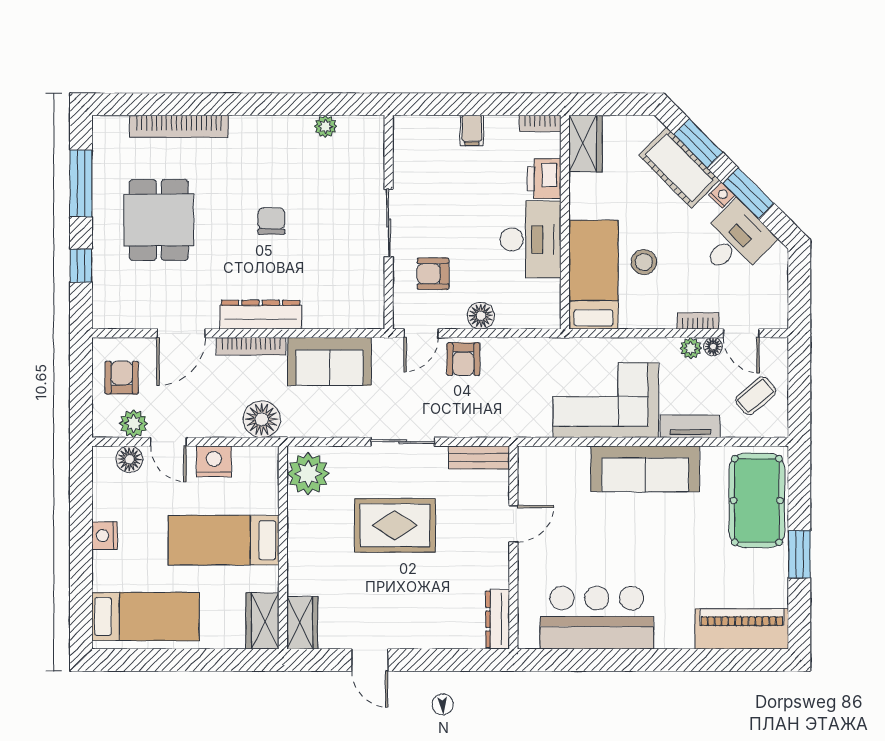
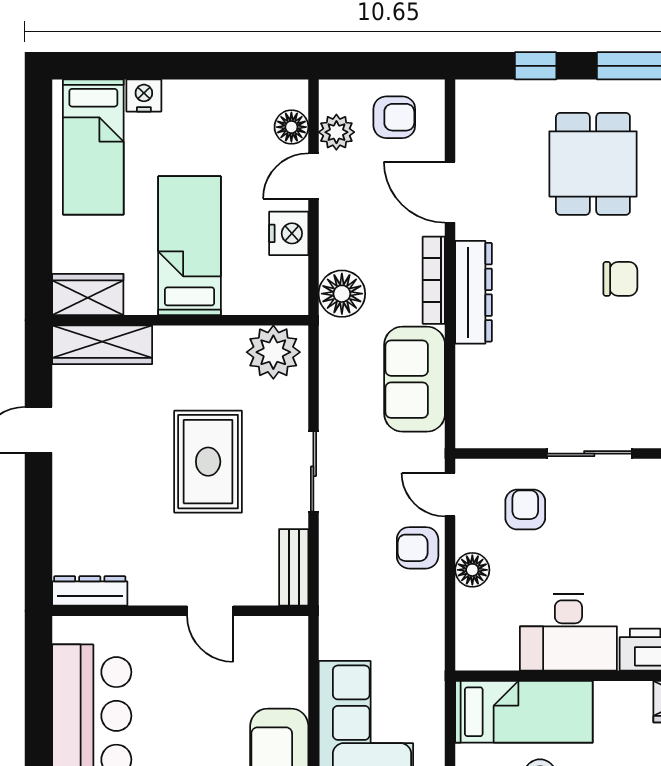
dining table: (159, 220) -> (593, 164), turned 90
chair: (271, 221) -> (620, 279), moved
nightstand: (104, 536) -> (144, 96), moved
wardrobe: (302, 623) -> (102, 345), width x1.50

